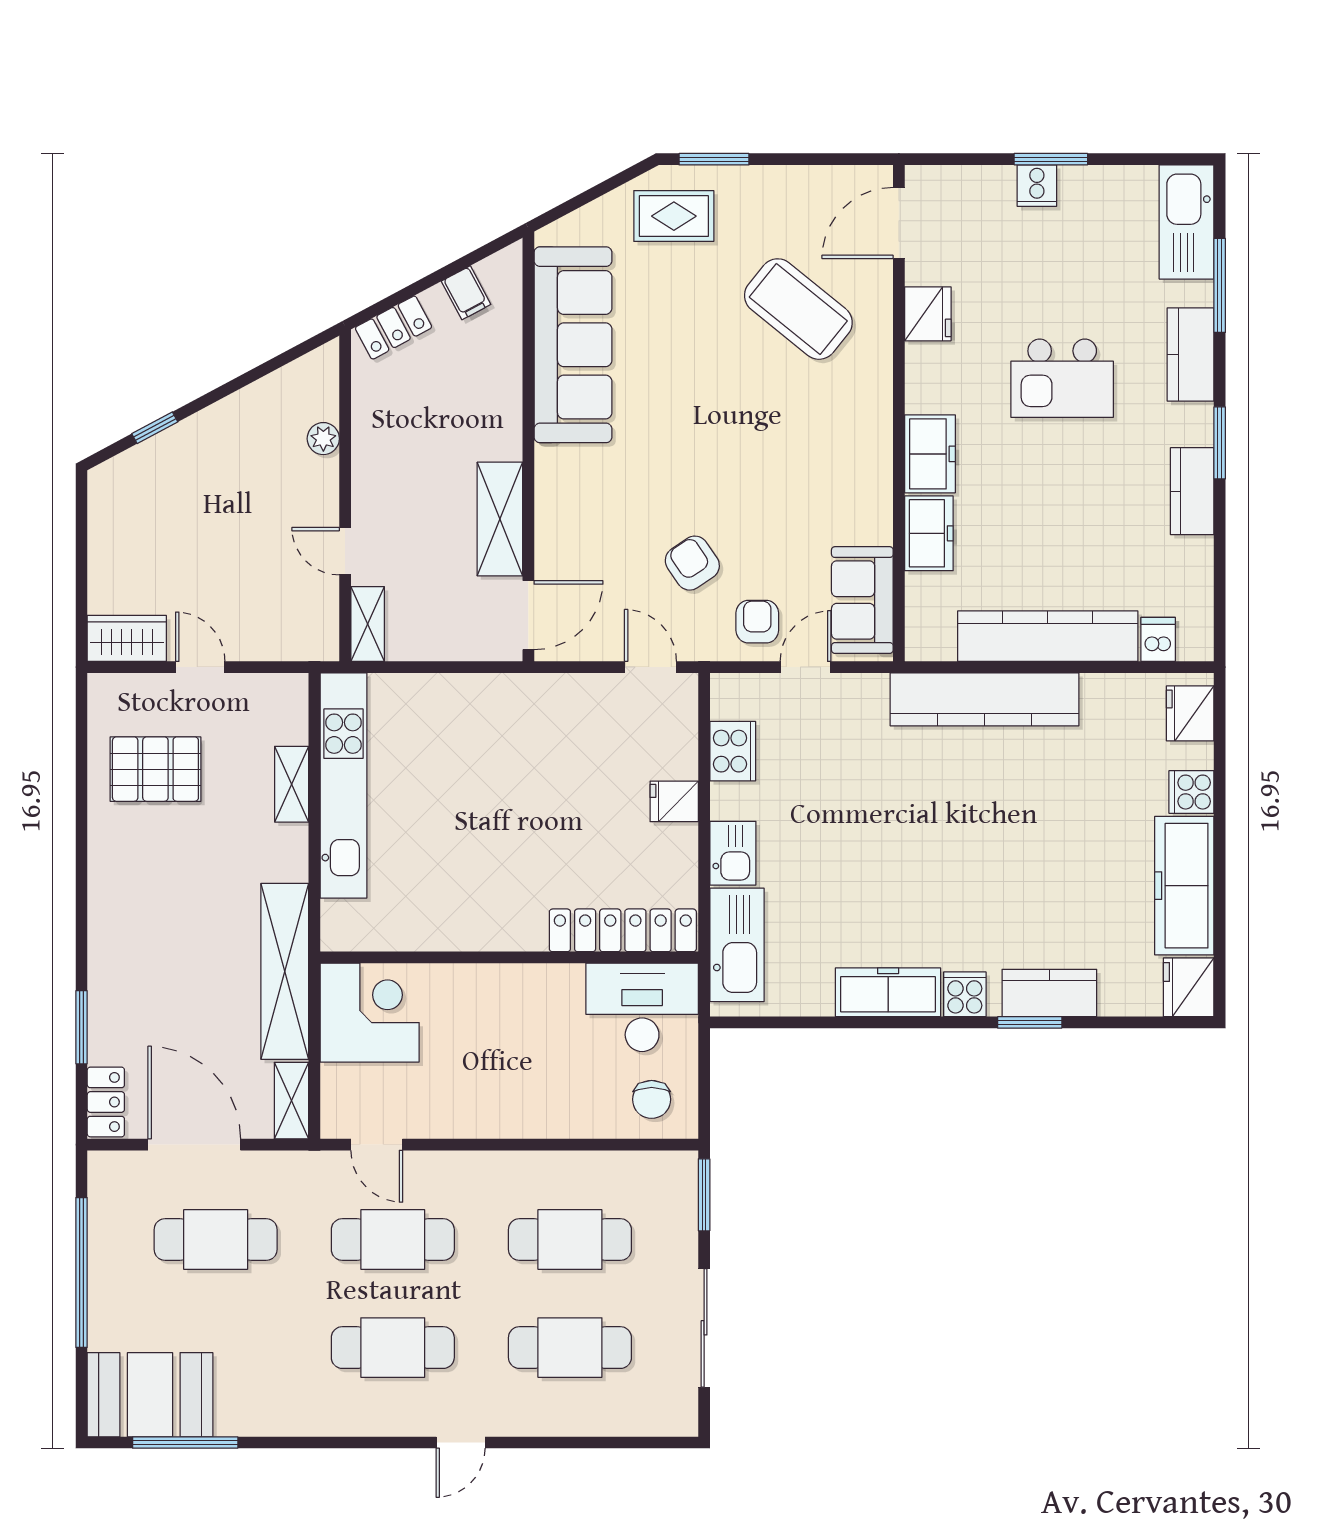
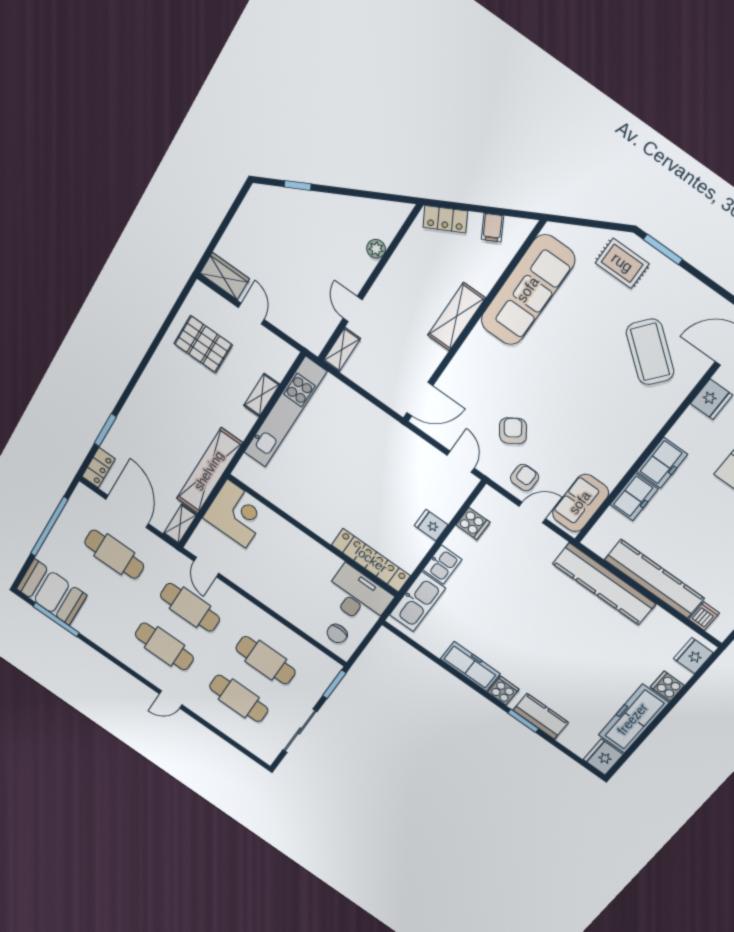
shelving: (500, 519) -> (456, 317), moved
cooker: (733, 751) -> (473, 524), width x0.73

